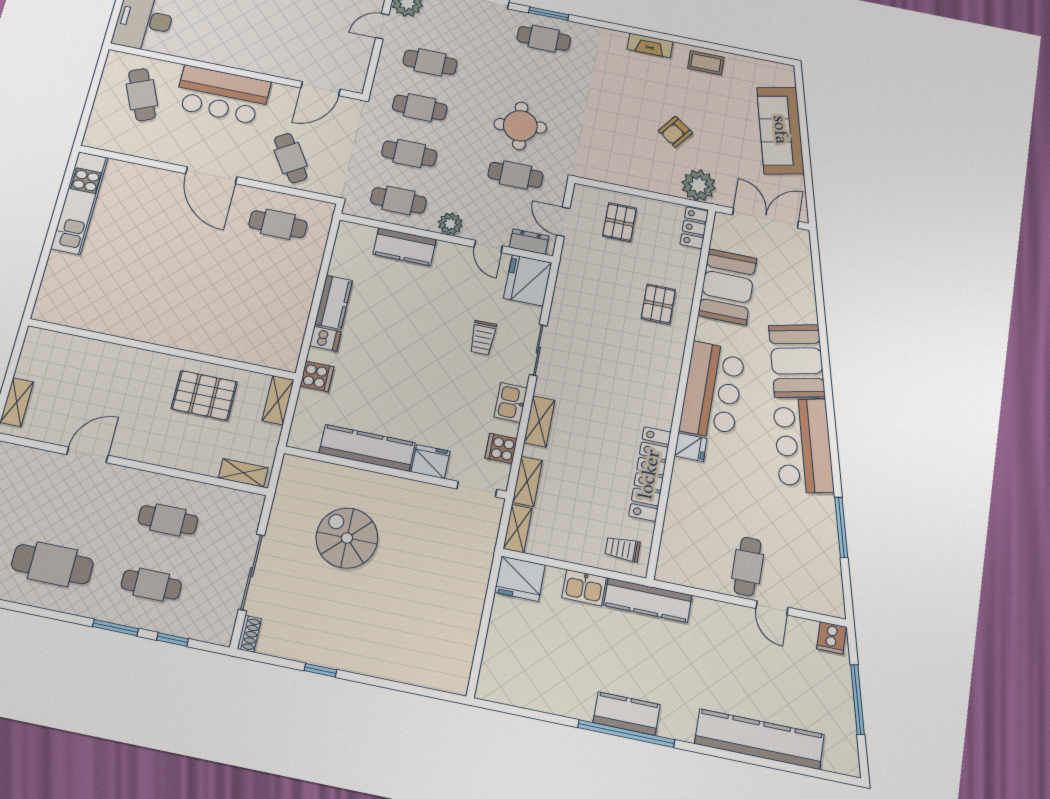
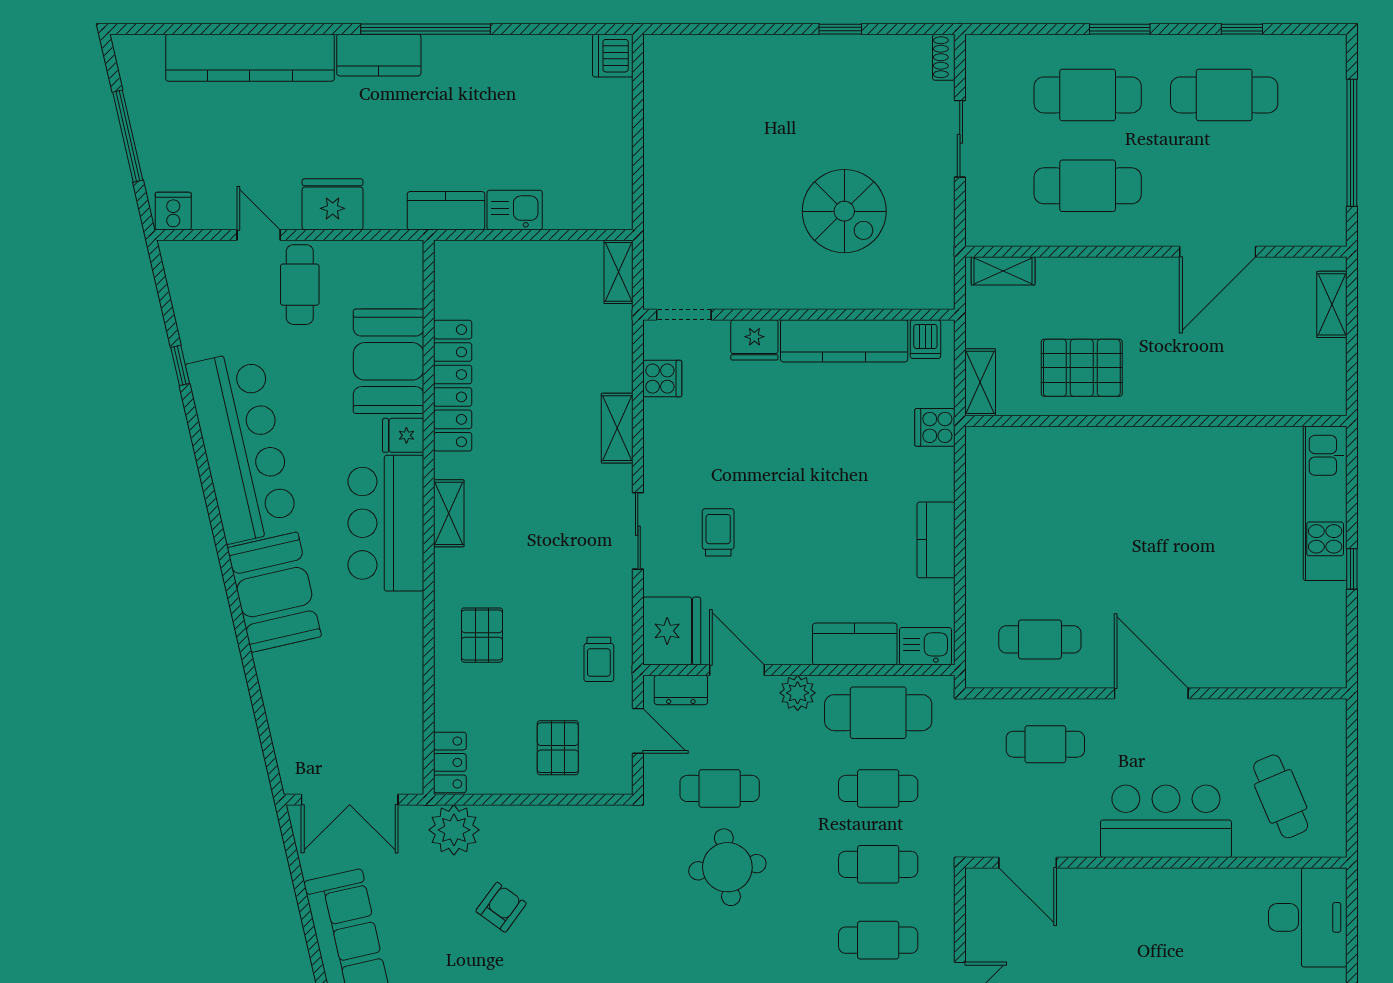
door: (320, 89) -> (1028, 863), swing flipped
cafe table: (291, 158) -> (1045, 744), turned -58
cafe table: (398, 200) -> (878, 713), width x1.37, depth x1.35
kitchen unit: (79, 203) -> (1325, 503), moved
window: (53, 226) -> (1352, 569), added
door: (488, 246) -> (737, 670), width x1.38
booth: (727, 287) -> (389, 361), moved
dishwasher: (325, 339) -> (925, 339), moved, turned -90
kitchen sink: (511, 402) -> (926, 646), moved, turned -90
bar counter: (803, 446) -> (243, 446), width x1.36
door: (87, 455) -> (1218, 252), width x1.36
shelving: (527, 481) -> (449, 513), moved
cafe table: (168, 520) -> (1088, 186), width x1.37, depth x1.35
window: (841, 527) -> (180, 365), width x0.46
trolley: (623, 549) -> (599, 659), moved, turned 90
sliding door: (252, 572) -> (960, 139), width x0.73
fridge: (520, 579) -> (333, 204), moved
cafe table: (151, 585) -> (1088, 95), width x1.37, depth x1.35
kitchen counter: (648, 600) -> (446, 211), width x0.67
window: (173, 640) -> (1242, 29), moved
dishwasher: (492, 685) -> (613, 56), added
kitchen counter: (627, 714) -> (379, 55), moved

